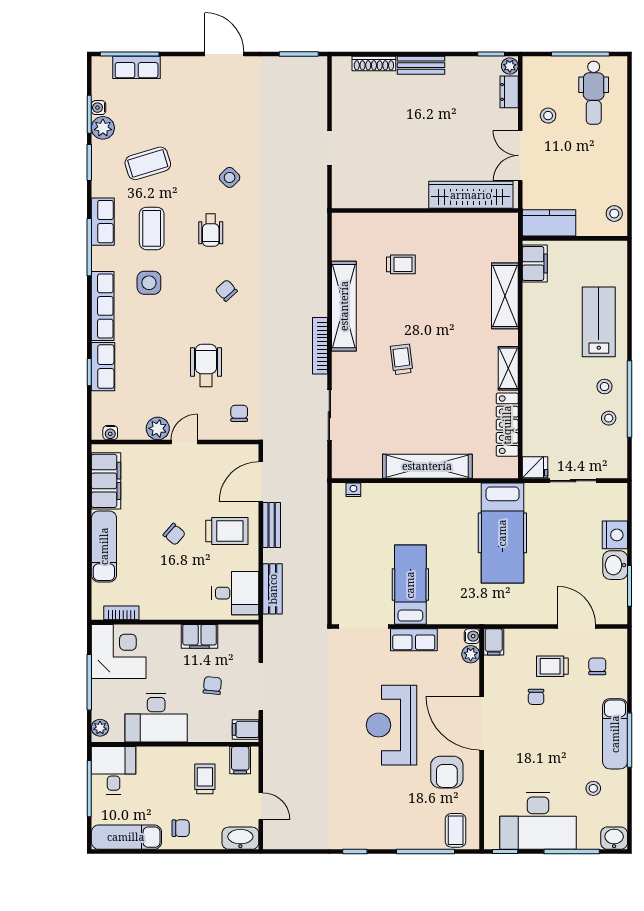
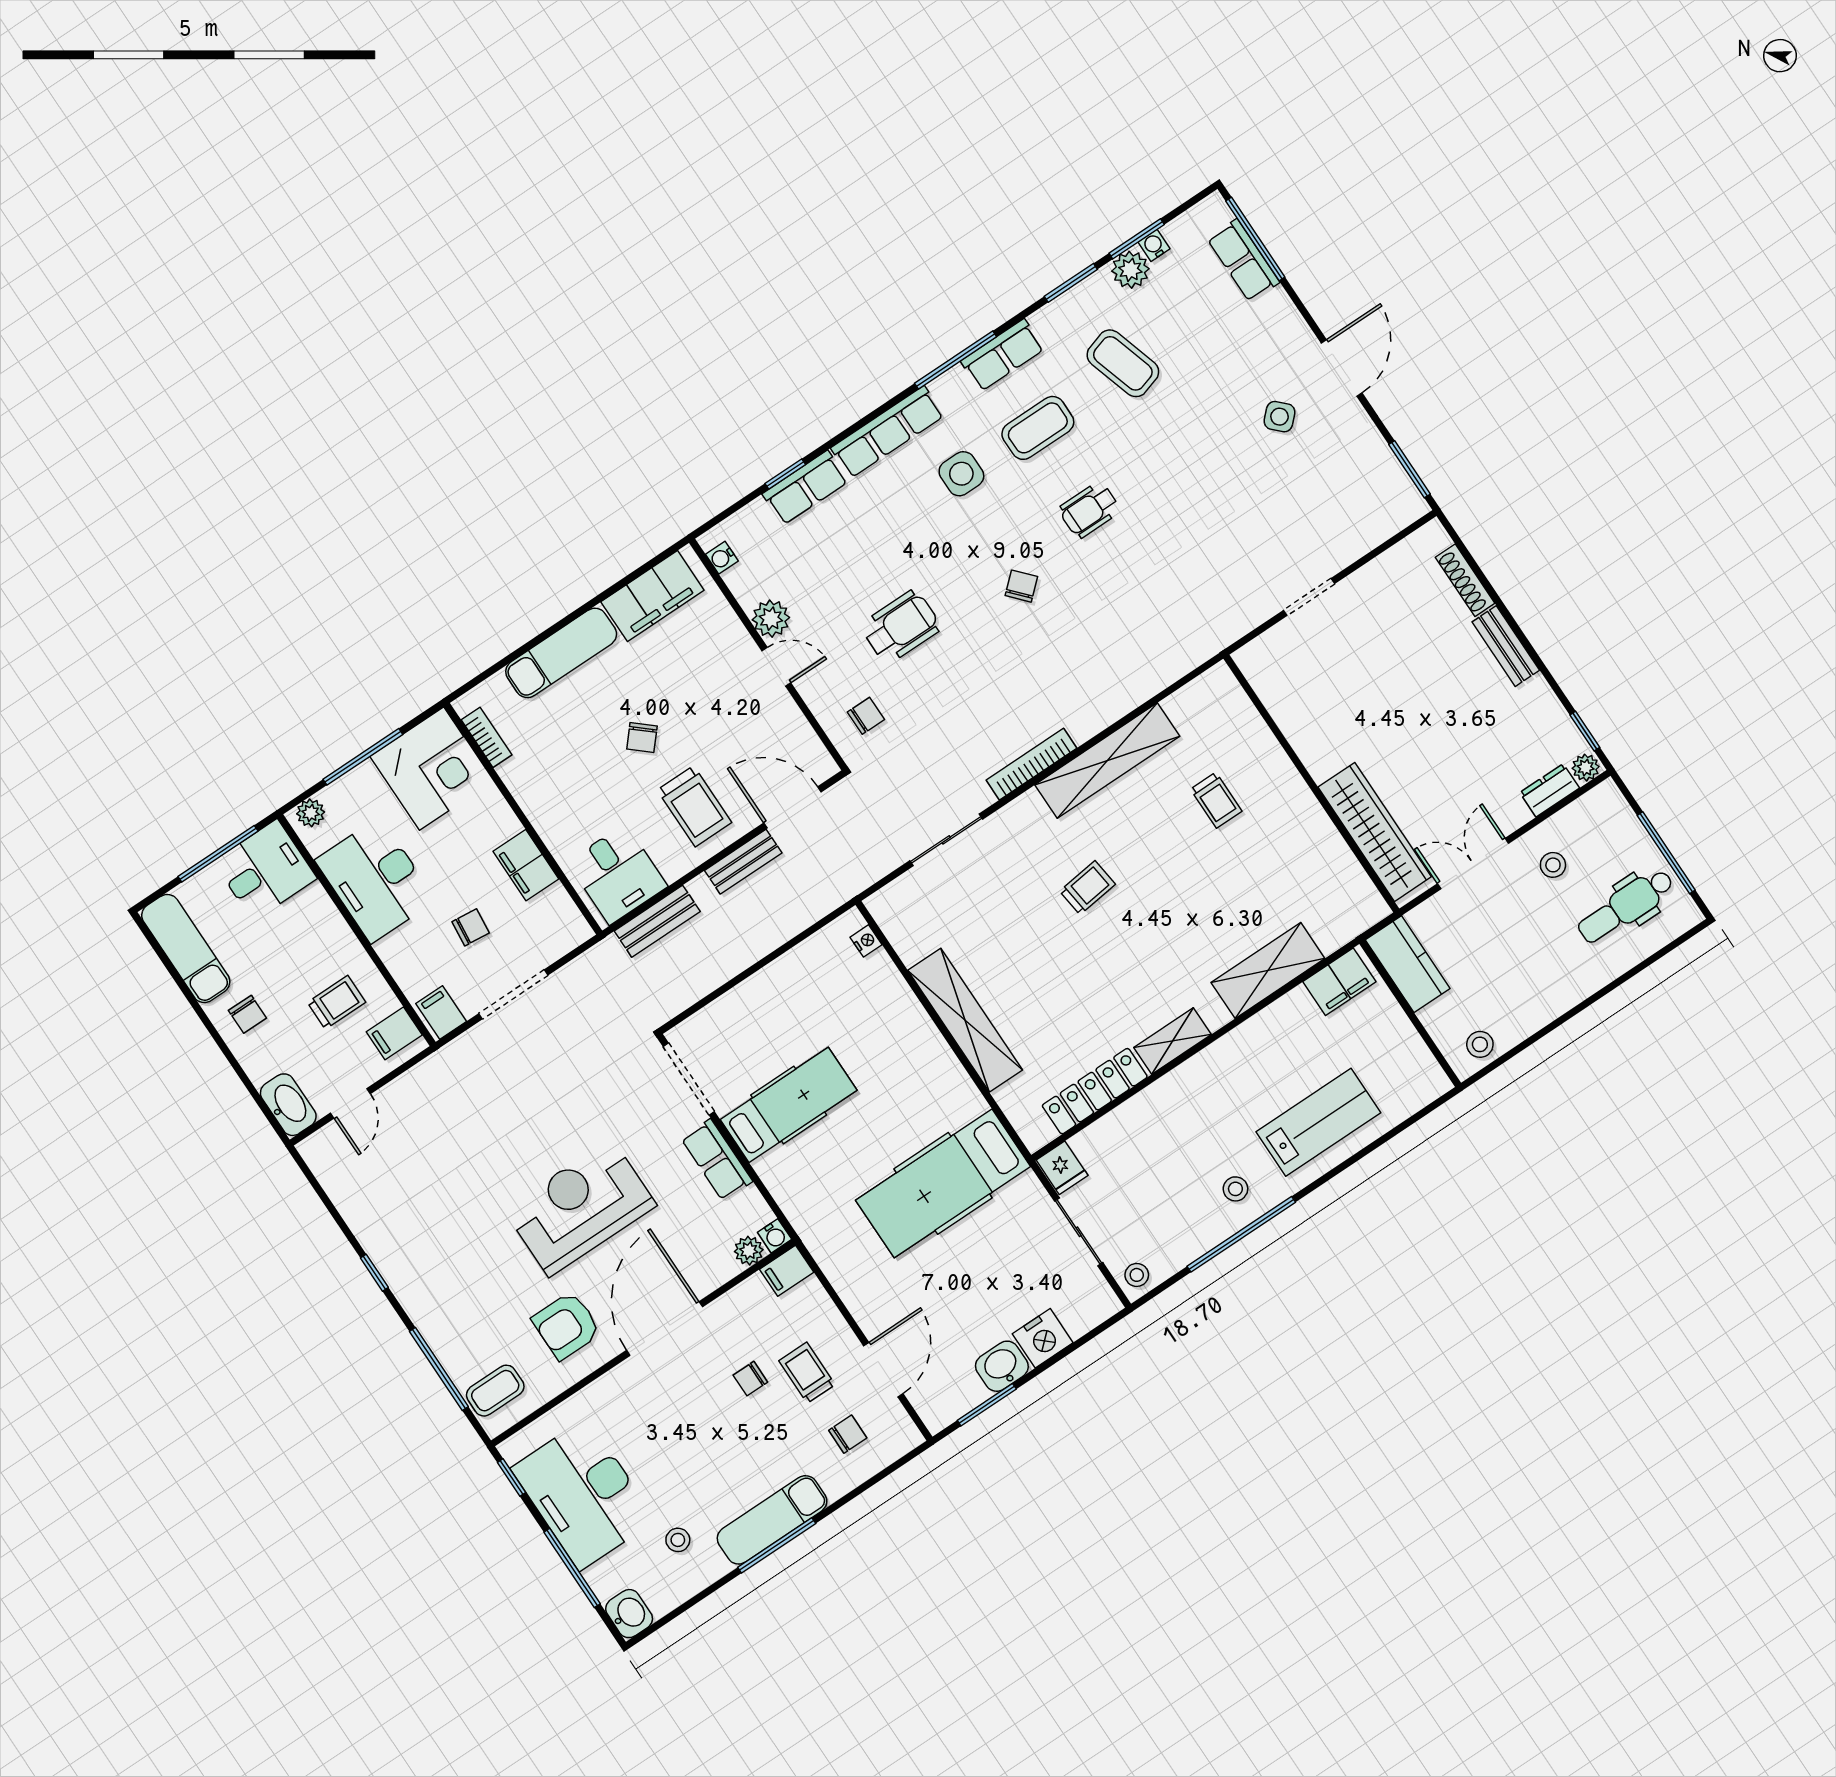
side table: (230, 177) -> (1279, 417), moved
stool: (609, 418) -> (1137, 1275), moved

